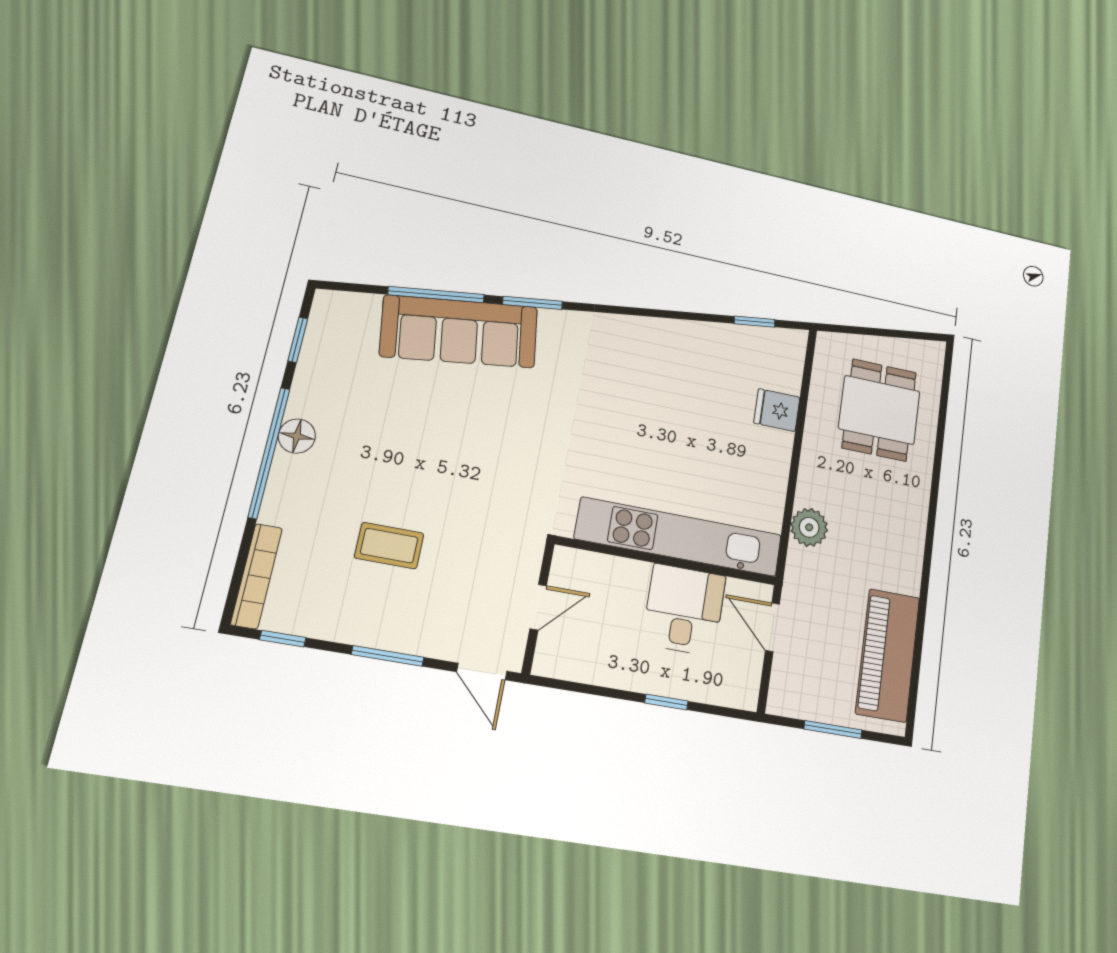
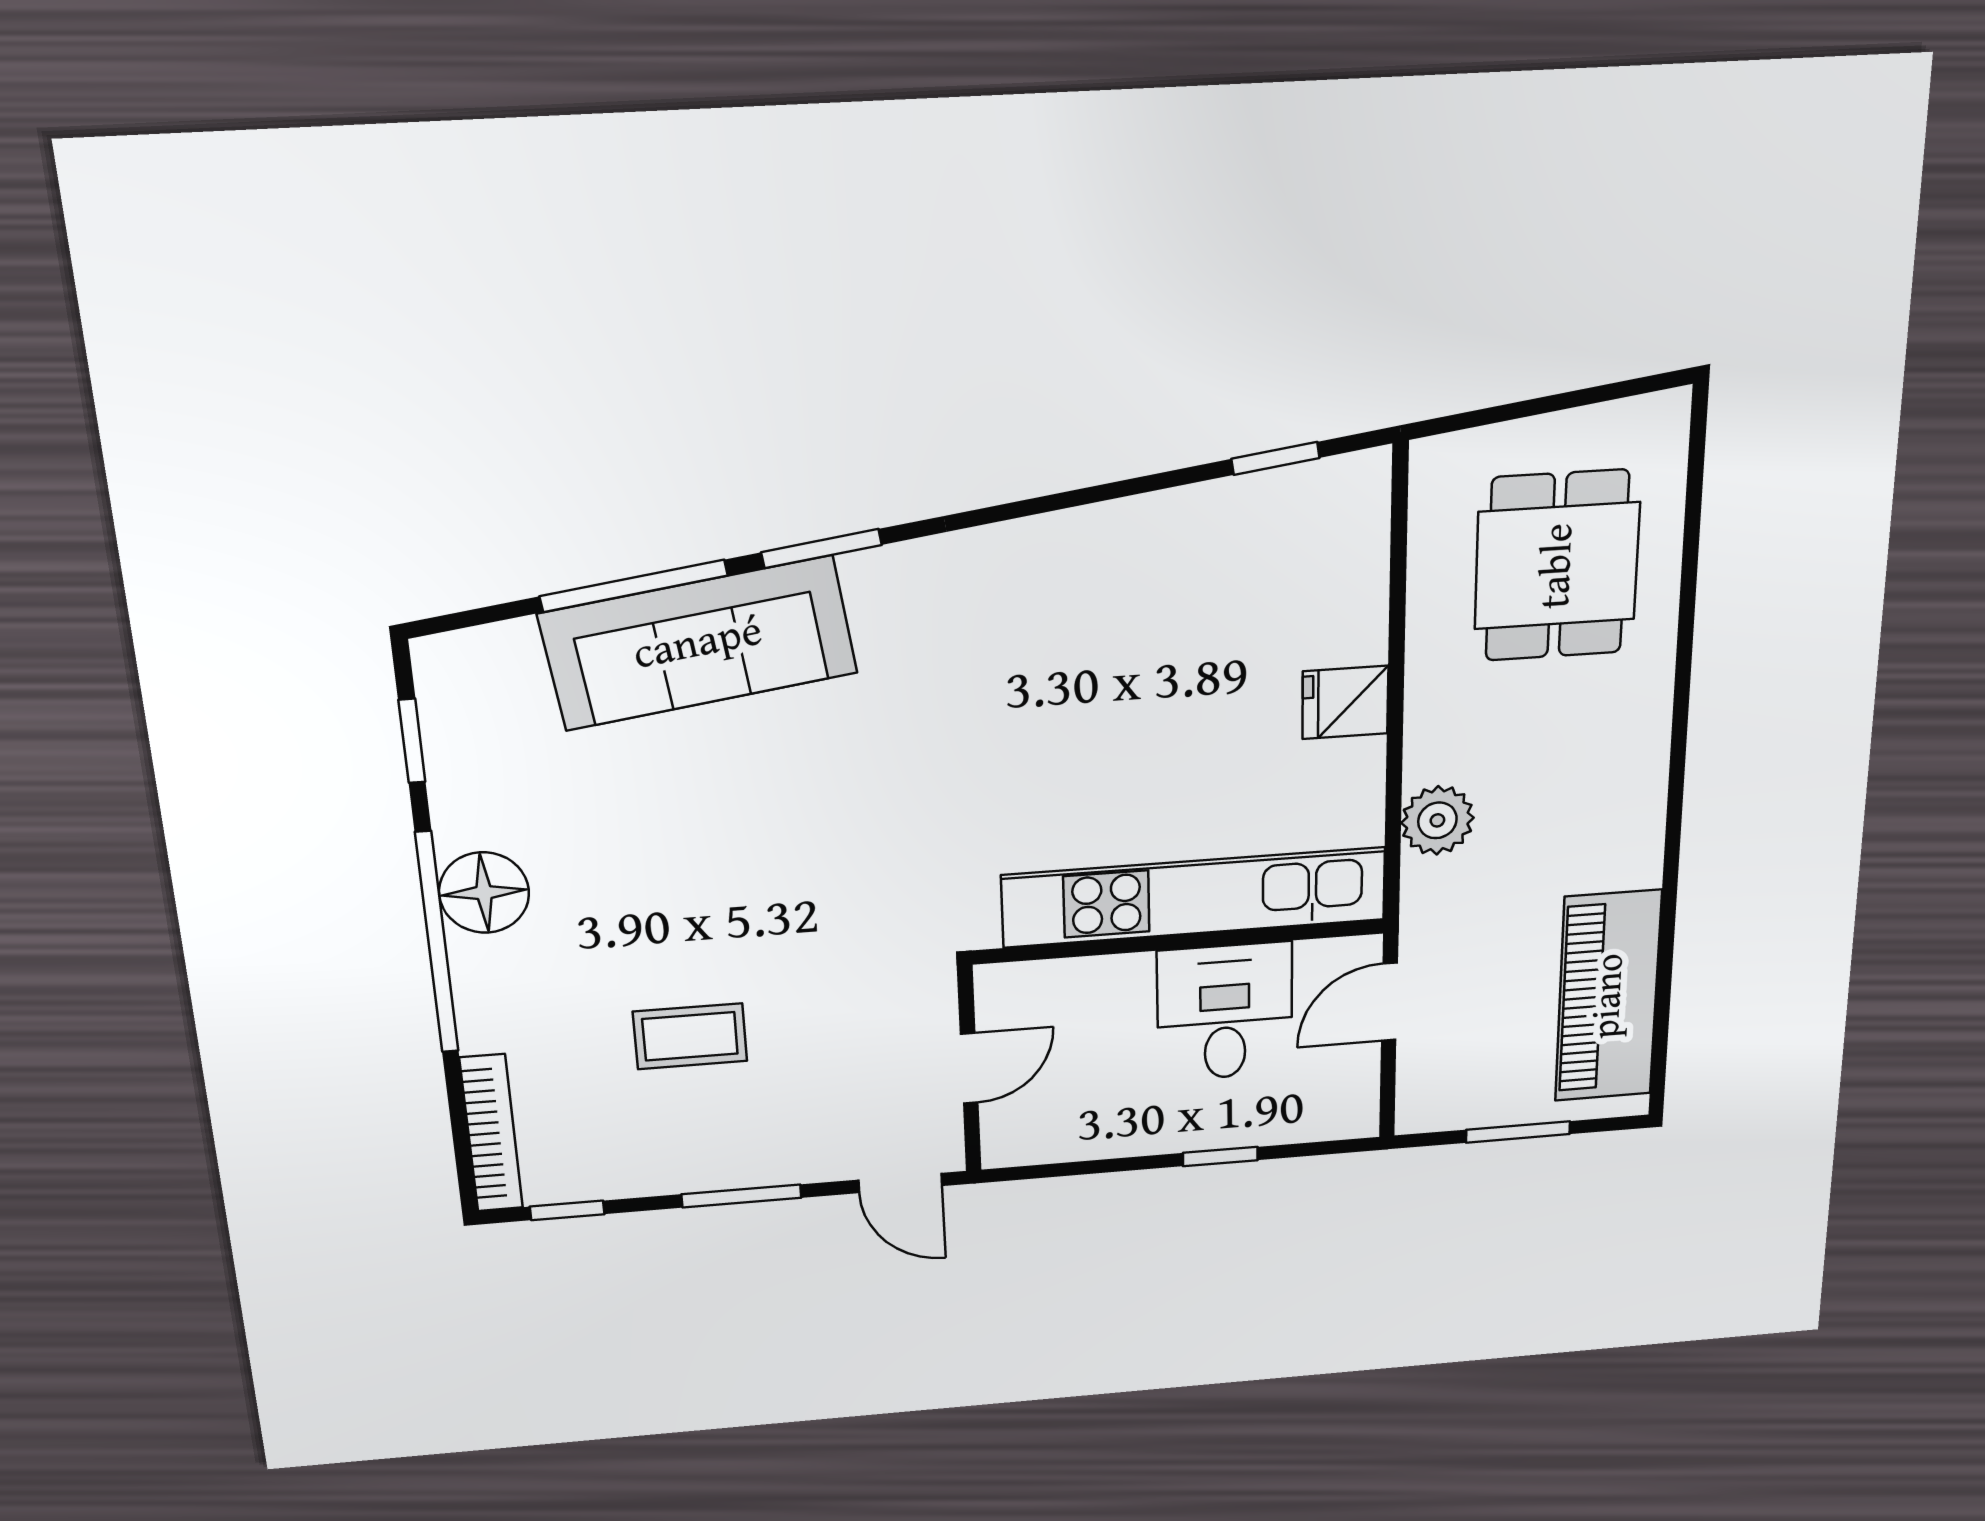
fridge: (777, 410) -> (1345, 702), moved
floor lamp: (297, 436) -> (484, 893), width x1.38, depth x1.38
door: (772, 627) -> (1389, 1002), hinge flipped

